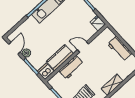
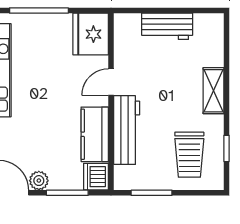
fridge: (98, 23) -> (91, 34), width x1.88, depth x1.34
workbench: (71, 67) -> (127, 130), width x1.38

